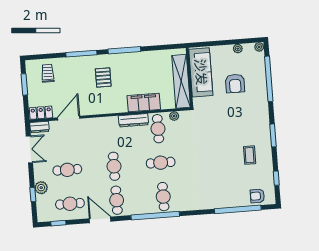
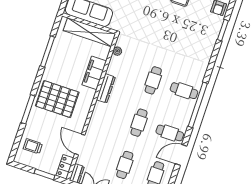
window: (124, 50) -> (47, 52), moved
pallet: (103, 78) -> (57, 99), width x2.05, depth x2.00
window: (24, 84) -> (44, 174), moved
cafe table: (158, 129) -> (122, 70), removed
cafe table: (114, 166) -> (139, 123), turned 90
window: (238, 209) -> (223, 30), width x0.47

